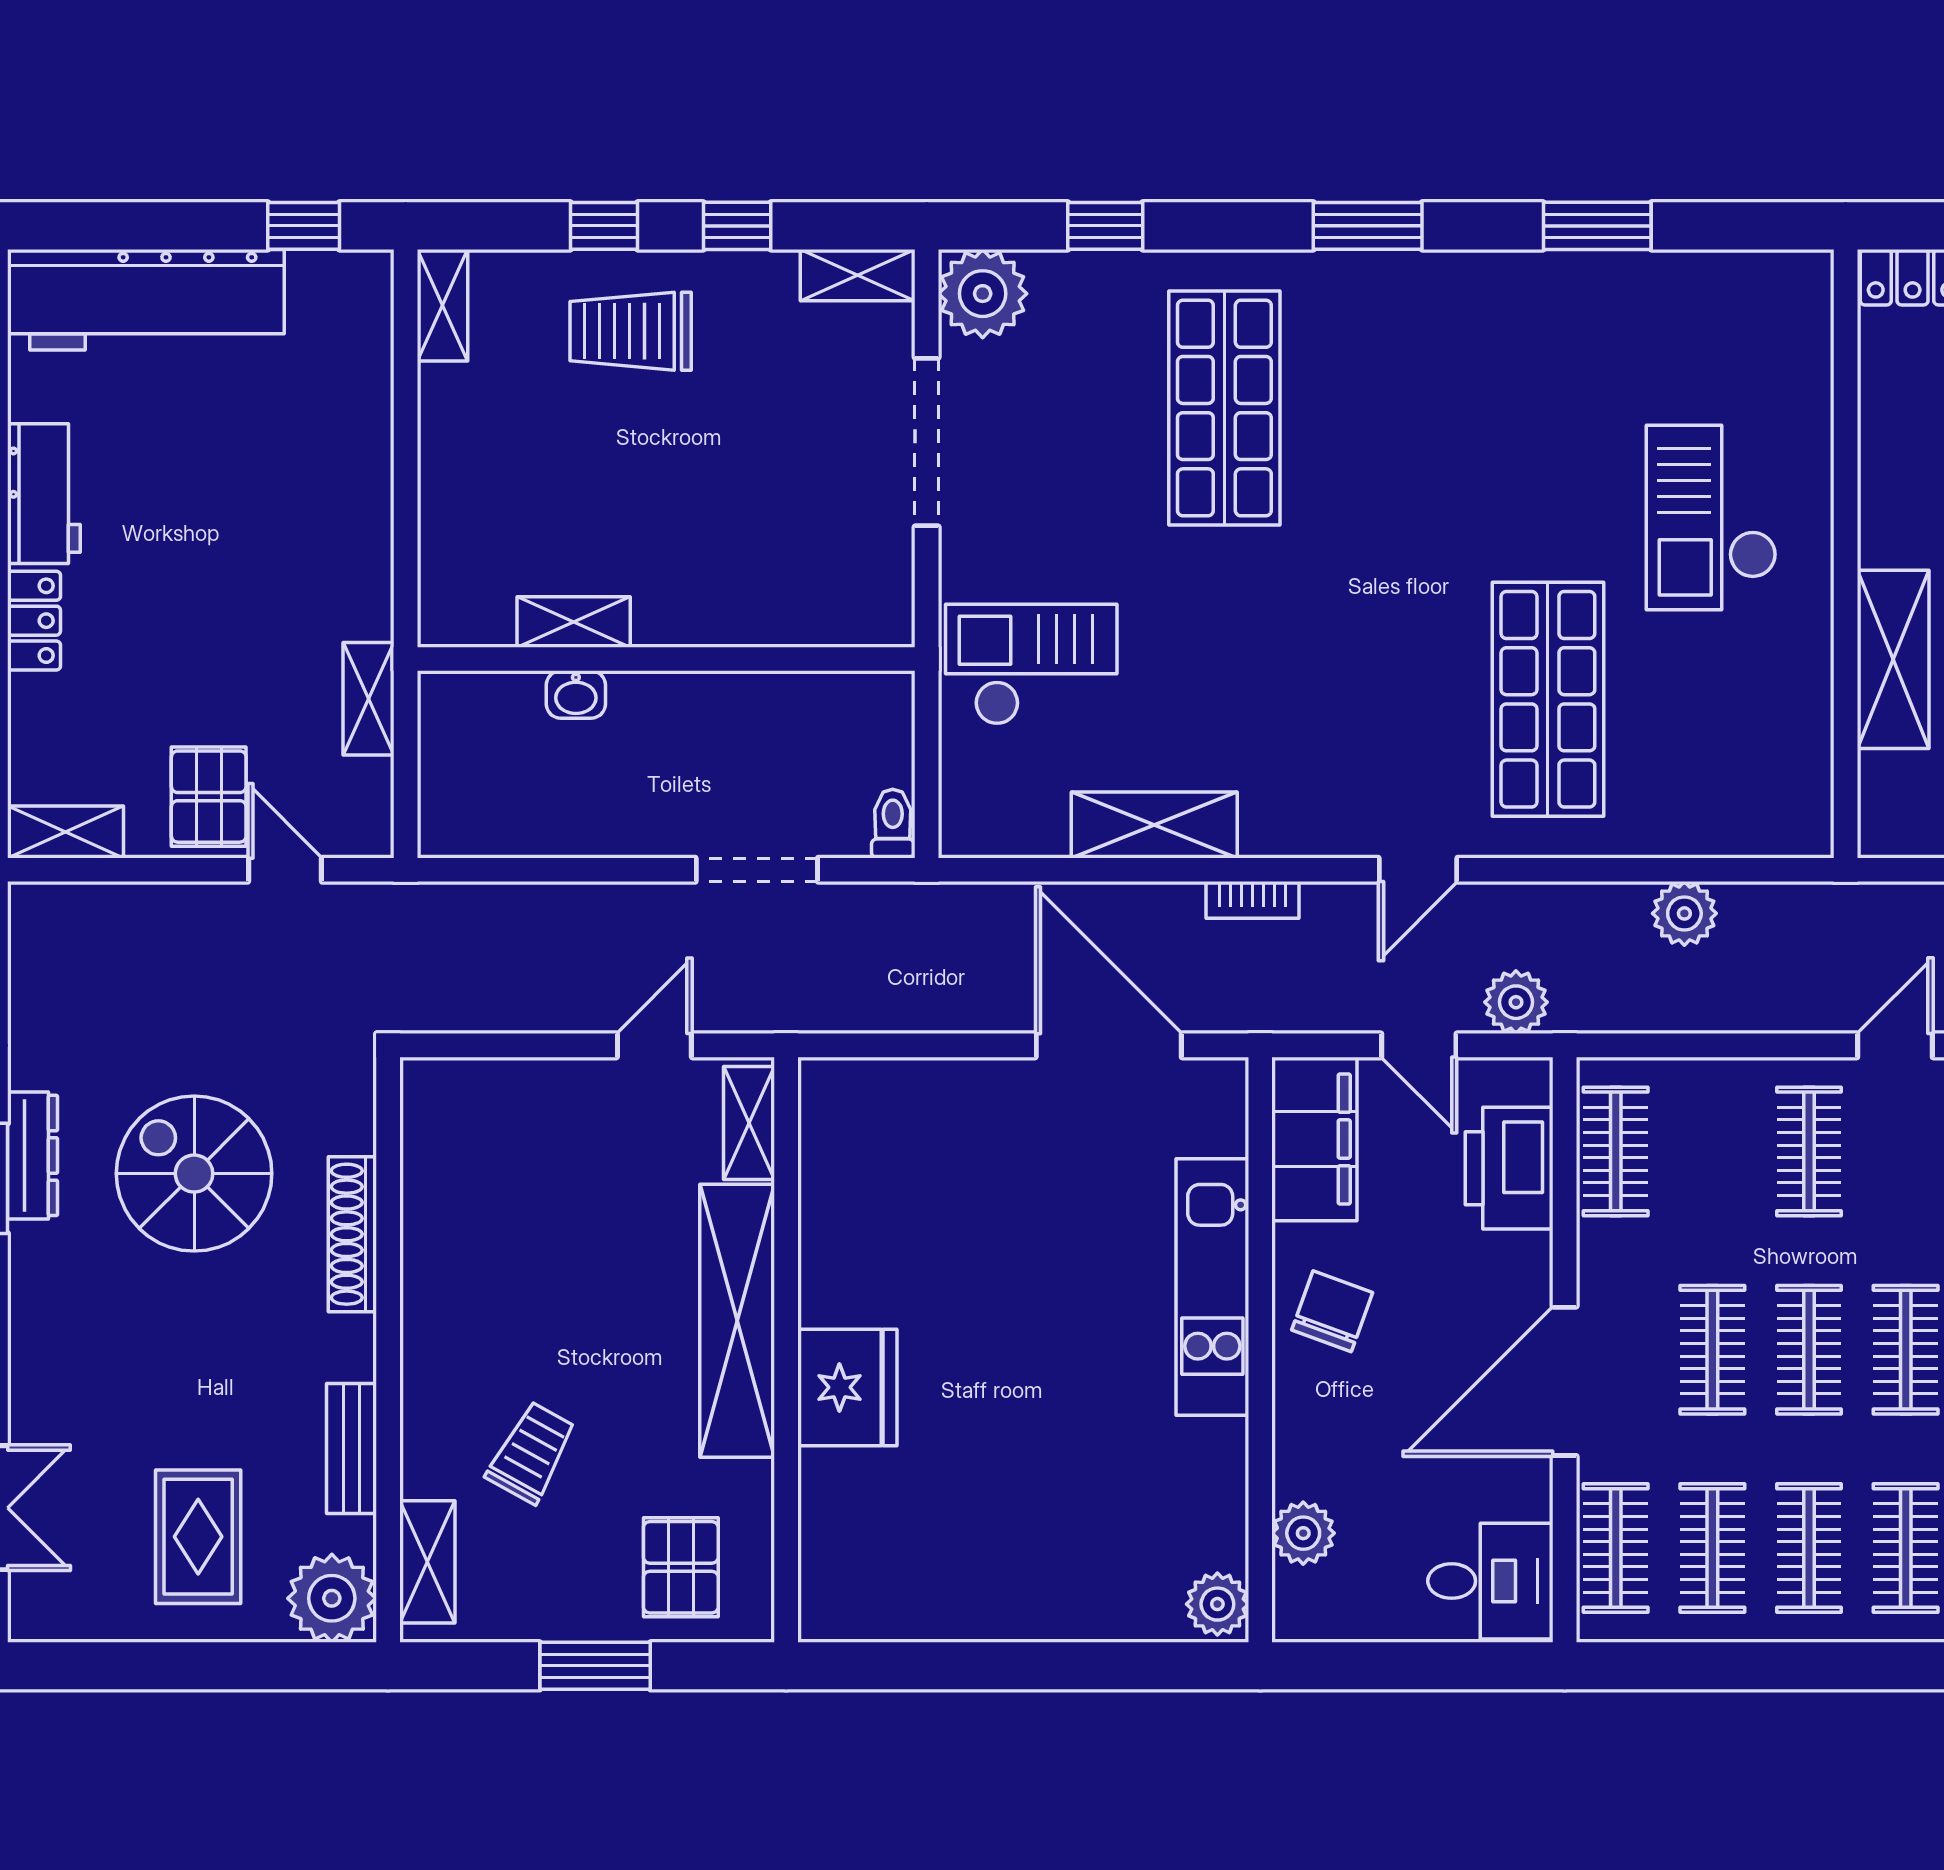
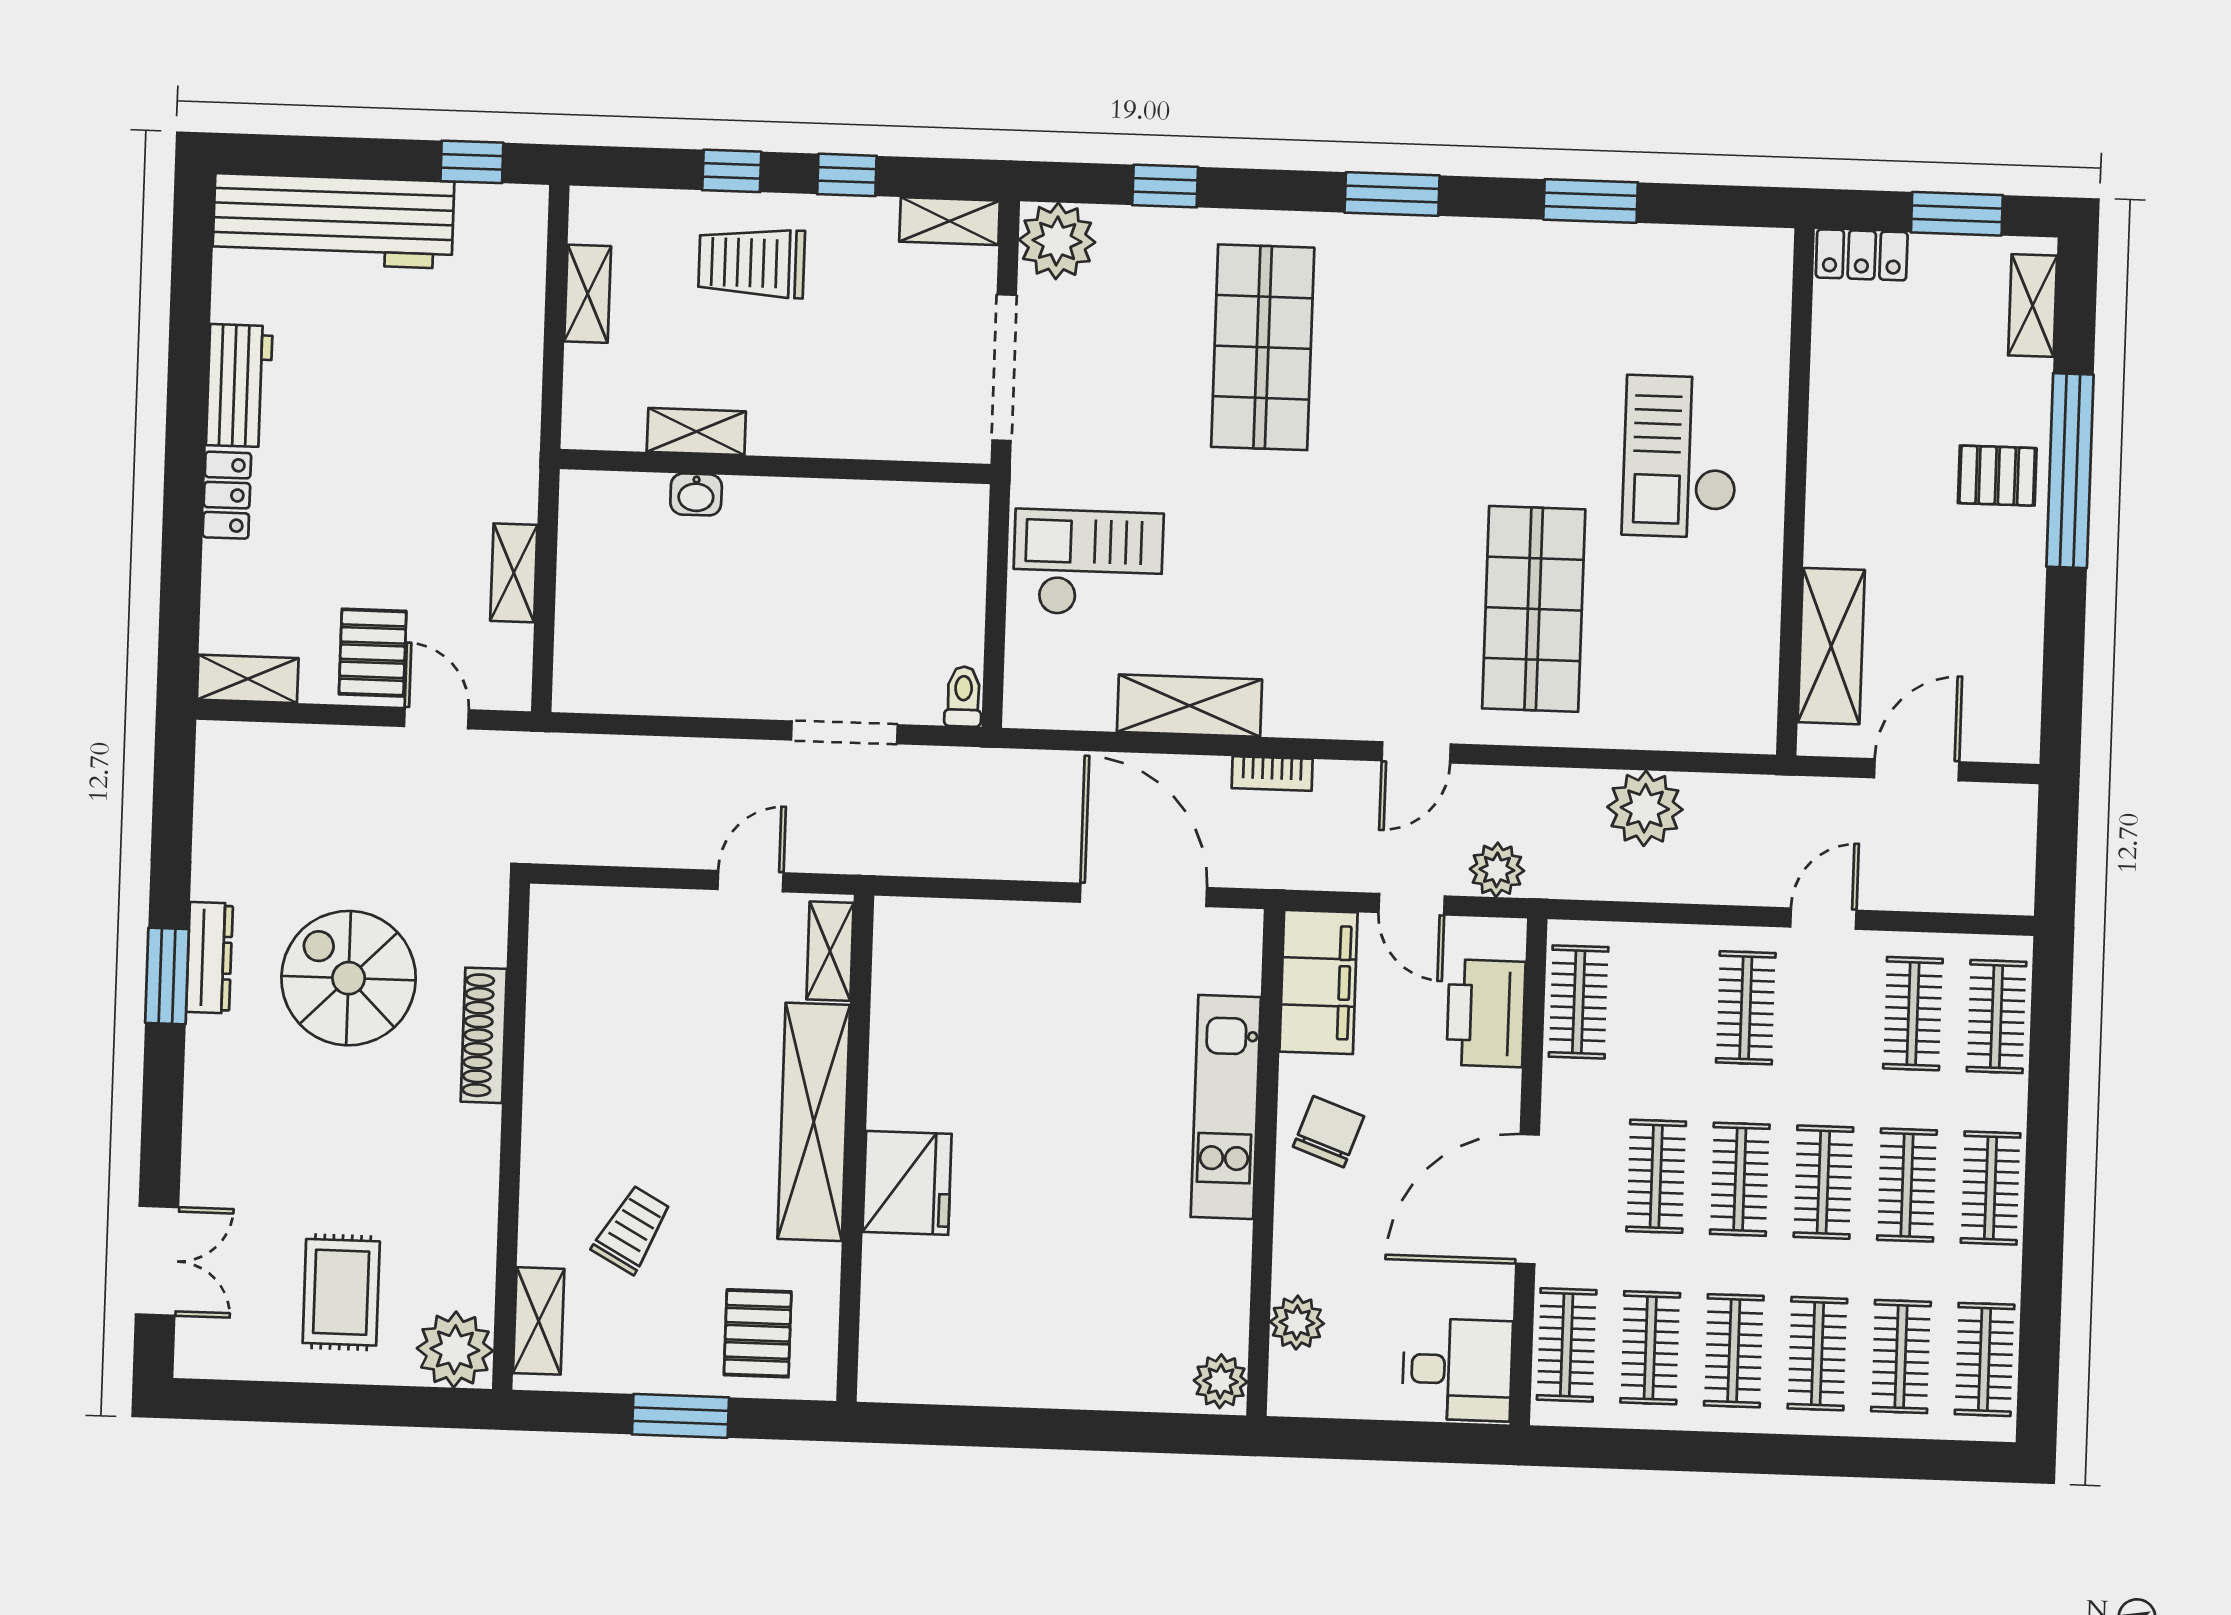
shelving: (443, 305) -> (588, 294), moved
shelving: (574, 622) -> (696, 432), moved
wall: (666, 659) -> (775, 466), moved
shelving: (1893, 659) -> (1831, 646), moved
washbasin: (576, 695) -> (696, 494), moved
plant: (1684, 913) -> (1645, 808), width x1.36, depth x1.36
bench: (352, 1449) -> (476, 1221), removed

